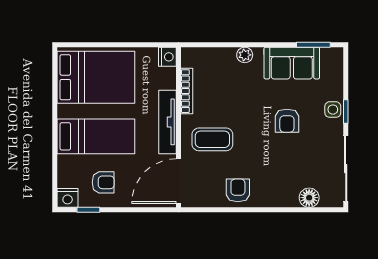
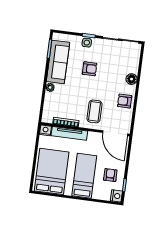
sofa: (292, 63) -> (58, 62), width x1.36
tv unit: (168, 122) -> (69, 133), moved
floor lamp: (309, 198) -> (132, 79), moved

